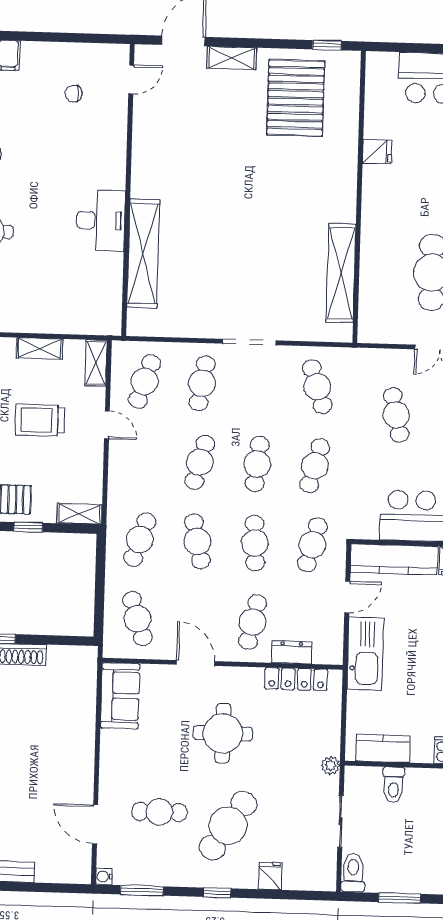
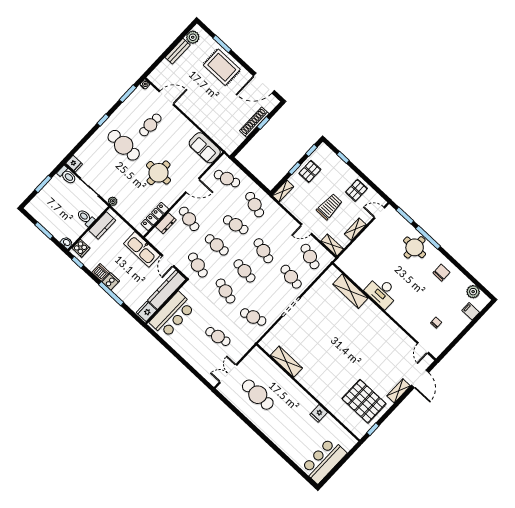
shelving: (143, 254) -> (350, 291), width x0.68
shelving: (341, 273) -> (286, 362), width x0.68
cafe table: (228, 826) -> (124, 145), turned -34
fridge: (270, 876) -> (74, 164), moved

